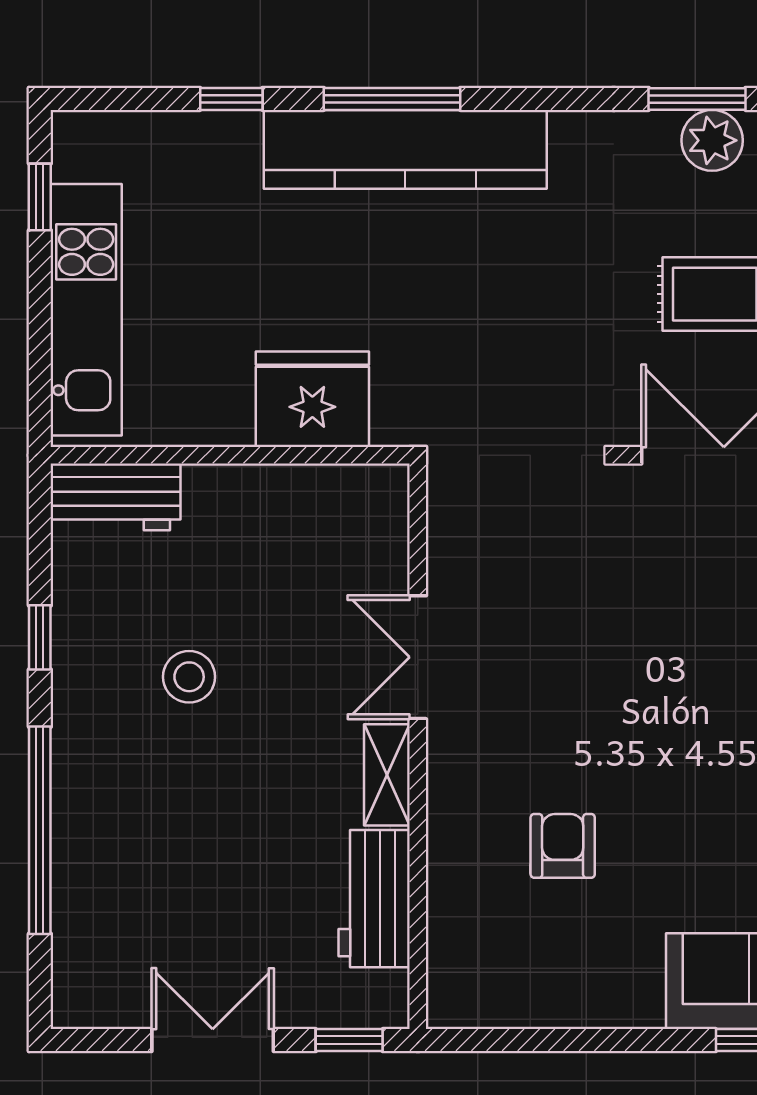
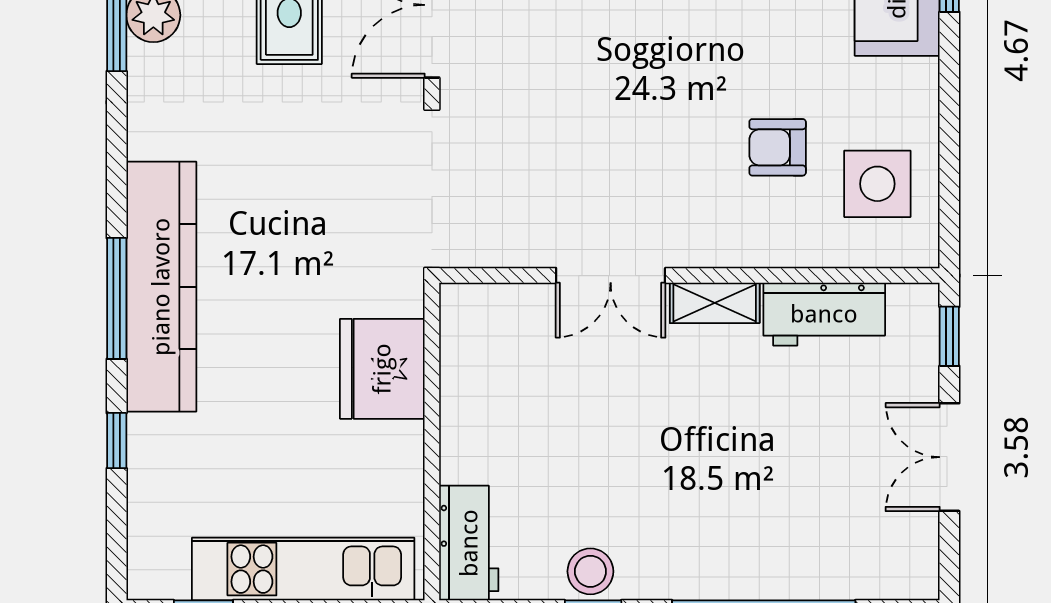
stool: (189, 677) -> (590, 571), moved
side table: (521, 959) -> (877, 184), added

